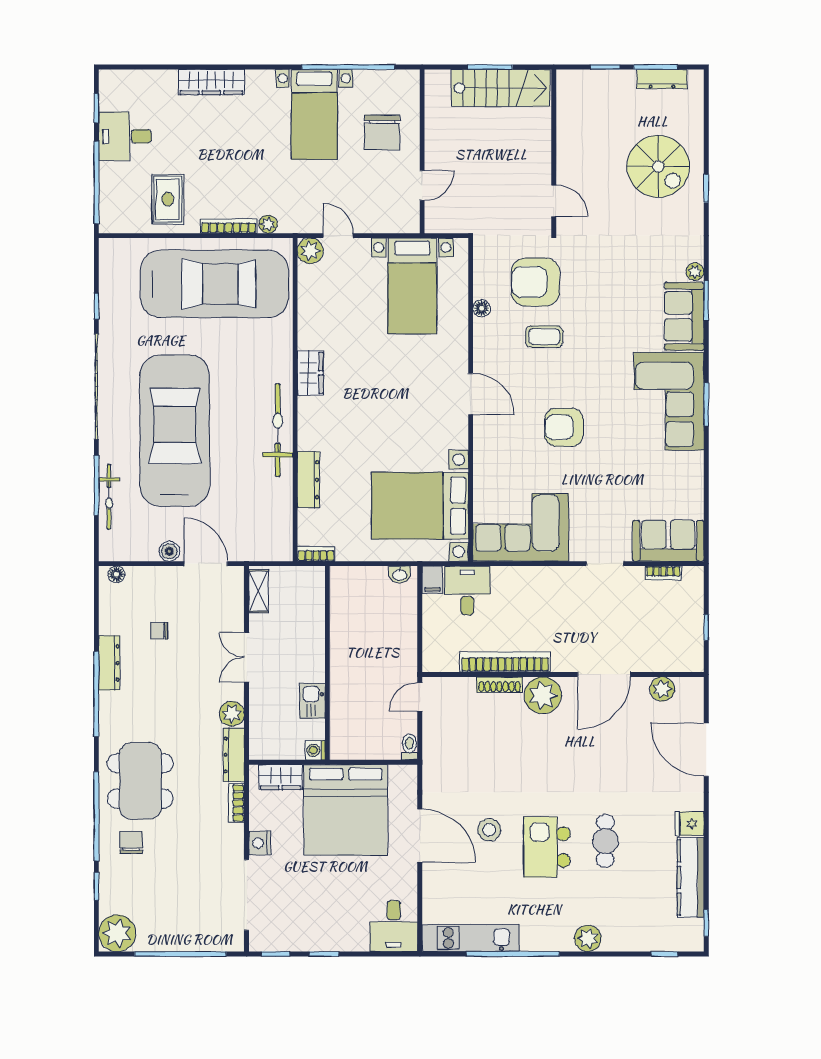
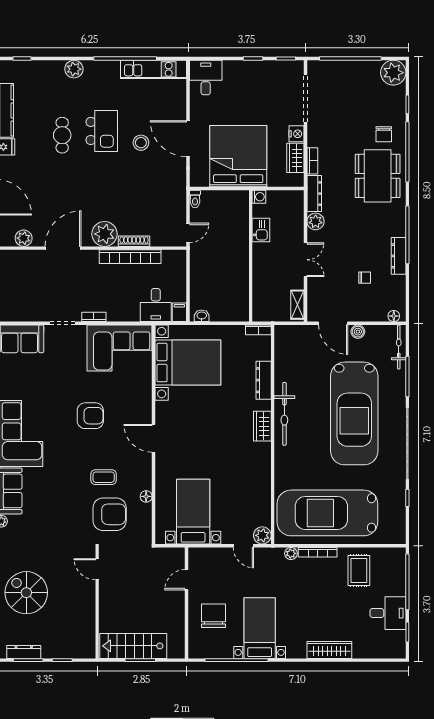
wardrobe: (310, 373) -> (262, 426), moved
bicycle: (109, 497) -> (399, 347), moved
bookcase: (663, 573) -> (94, 317), moved
wardrobe: (281, 777) -> (295, 158), moved, turned -90

